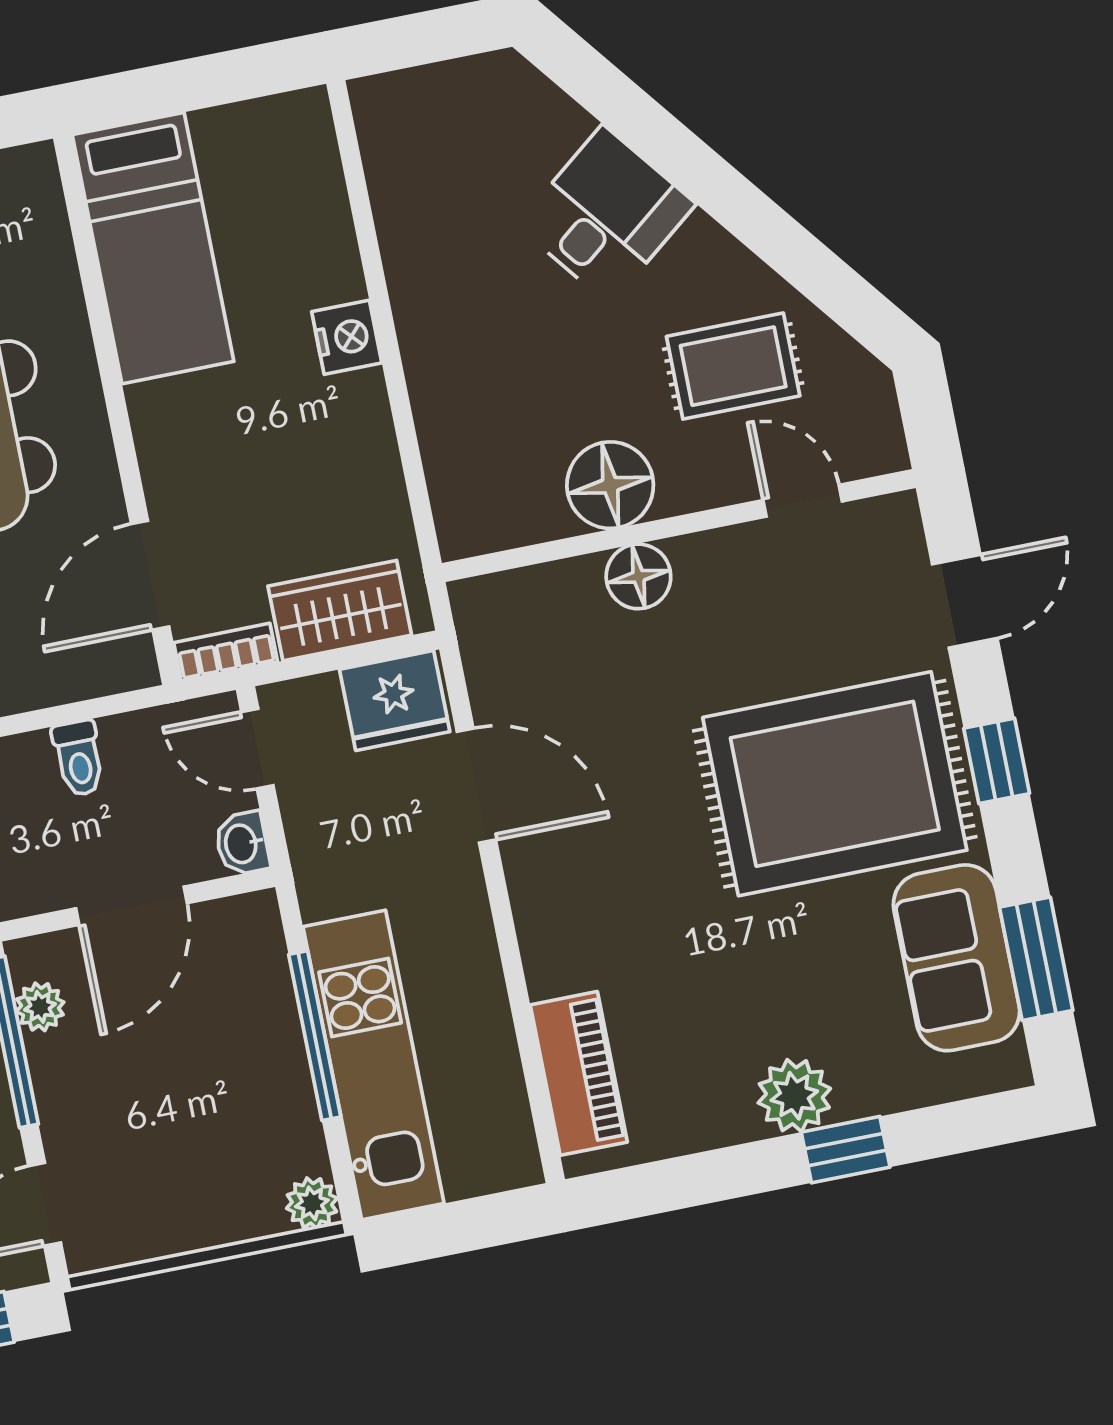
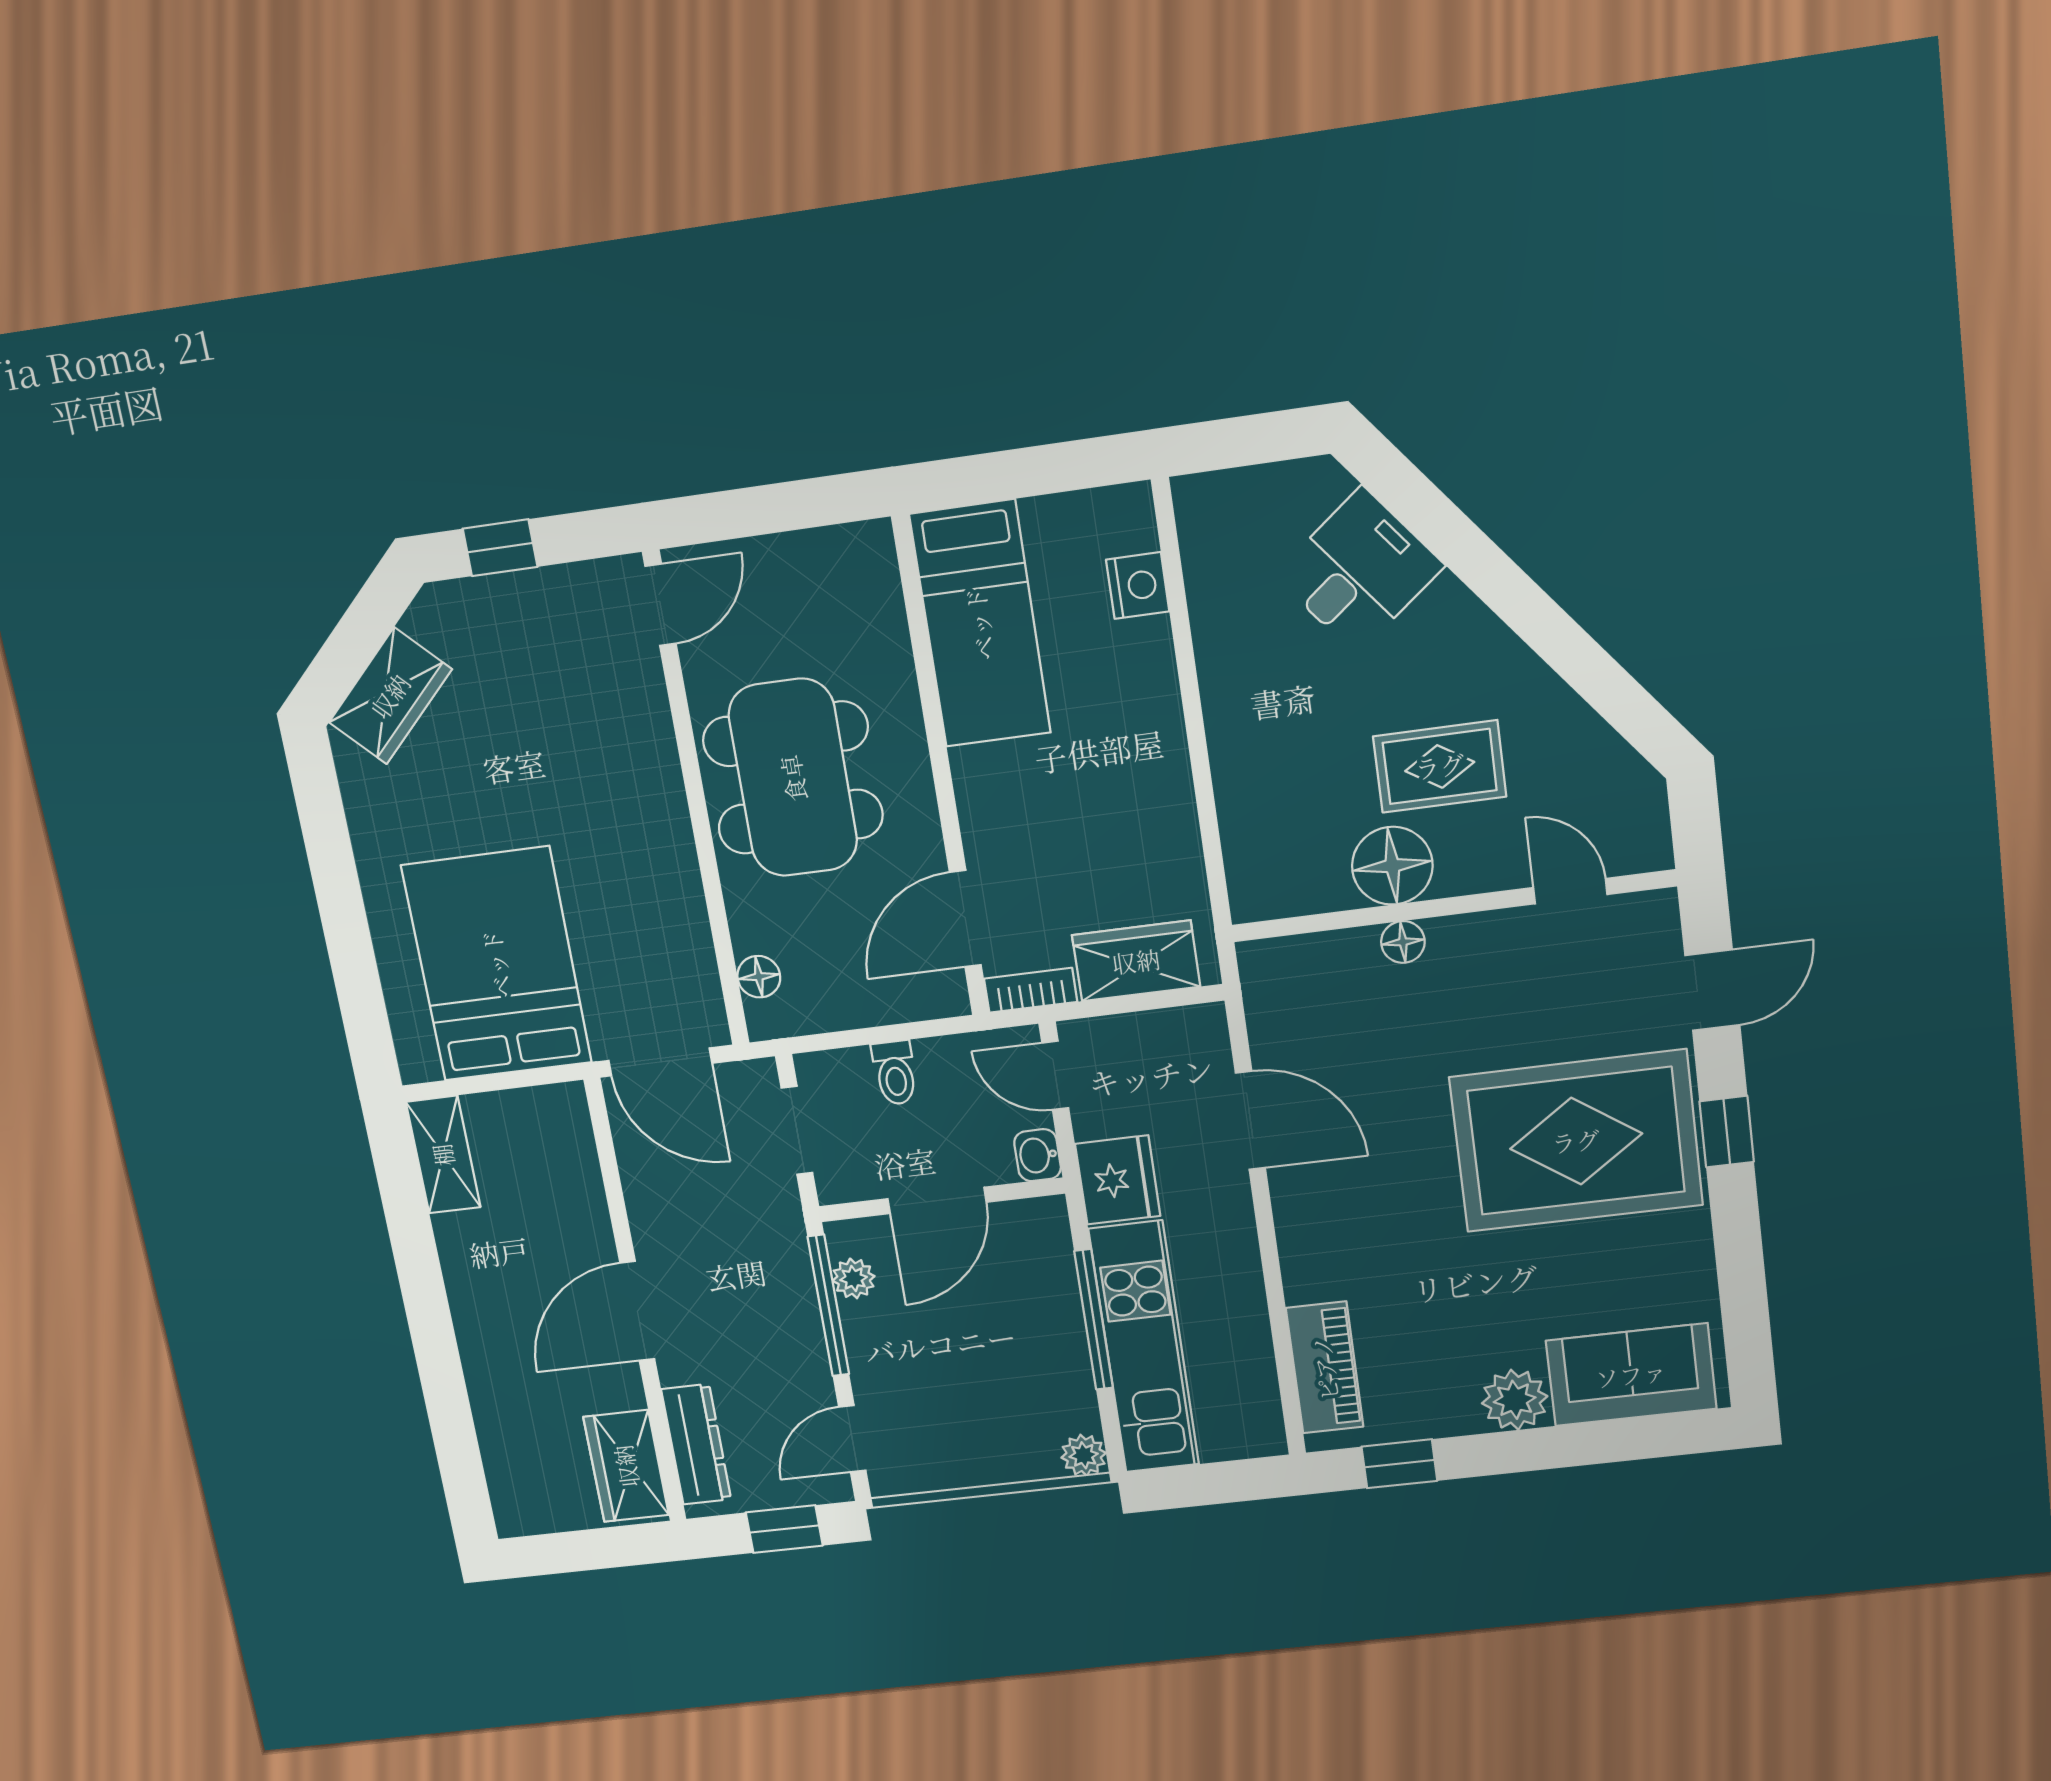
desk: (606, 215) -> (1359, 571), moved
nightstand: (347, 337) -> (1138, 585), moved
rug: (733, 366) -> (1440, 766), moved
floor lamp: (638, 576) -> (1403, 942), width x0.73, depth x0.73
fridge: (395, 700) -> (1118, 1180), moved, turned -90
sofa: (956, 958) -> (1631, 1375), moved, turned 90
window: (1036, 959) -> (1744, 1302), removed
window: (846, 1150) -> (1399, 1464), moved

